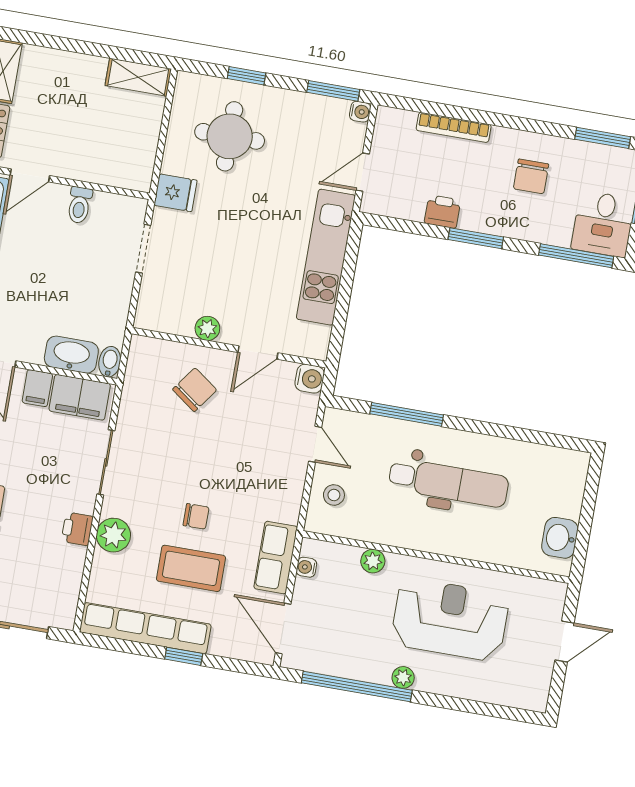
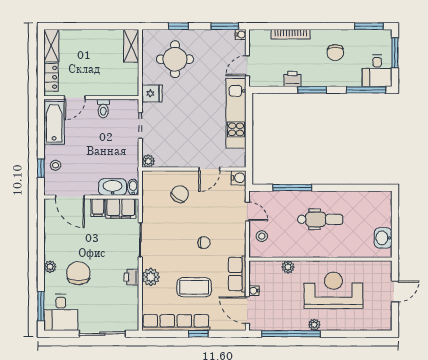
shelving: (138, 77) -> (131, 46), moved, turned 90
plant: (207, 328) -> (148, 161), moved
dental chair: (449, 483) -> (320, 219), width x0.73, depth x0.72
chair: (196, 516) -> (204, 243), moved
water cooler: (306, 567) -> (254, 291), moved

